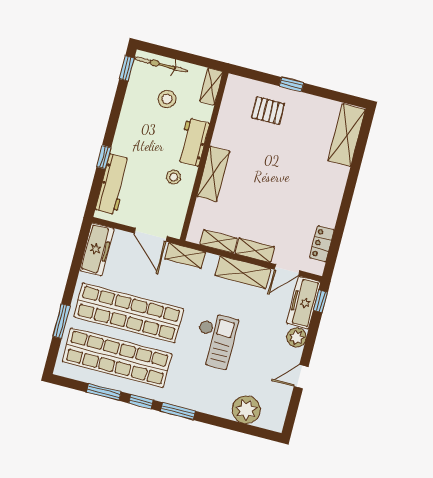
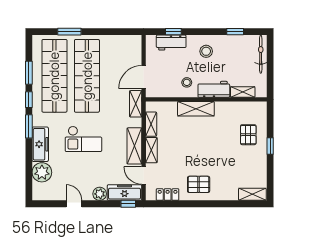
window: (127, 68) -> (235, 32), moved
shelving: (211, 86) -> (243, 92), moved
stool: (167, 99) -> (206, 51), moved
shelving: (347, 135) -> (252, 194), width x0.67, depth x0.75
window: (104, 157) -> (173, 32), moved
workbench: (113, 184) -> (171, 43), width x0.73
pallet: (319, 197) -> (199, 184), added
freezer: (97, 249) -> (40, 144), moved, turned -90

